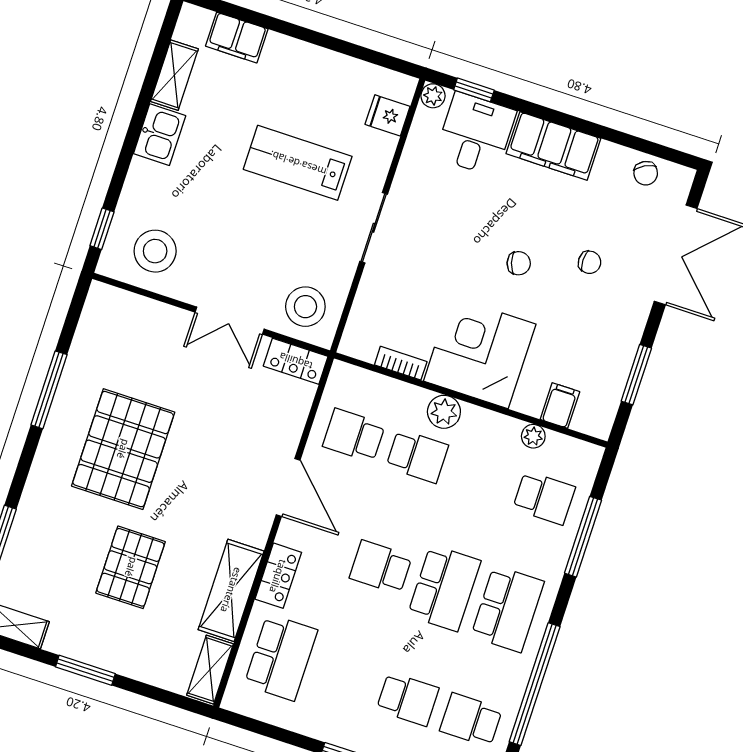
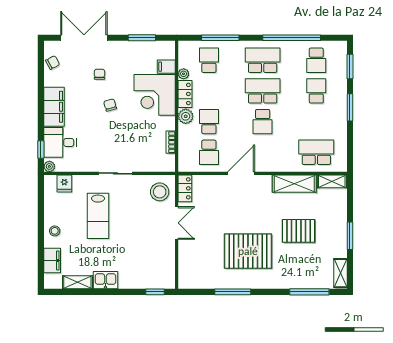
stool: (155, 251) -> (55, 231), moved, width x0.53, depth x0.53
corner desk: (480, 353) -> (155, 95), moved
locker: (278, 576) -> (185, 94), moved, turned 90

